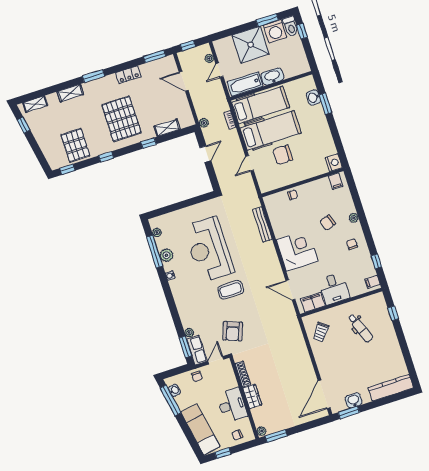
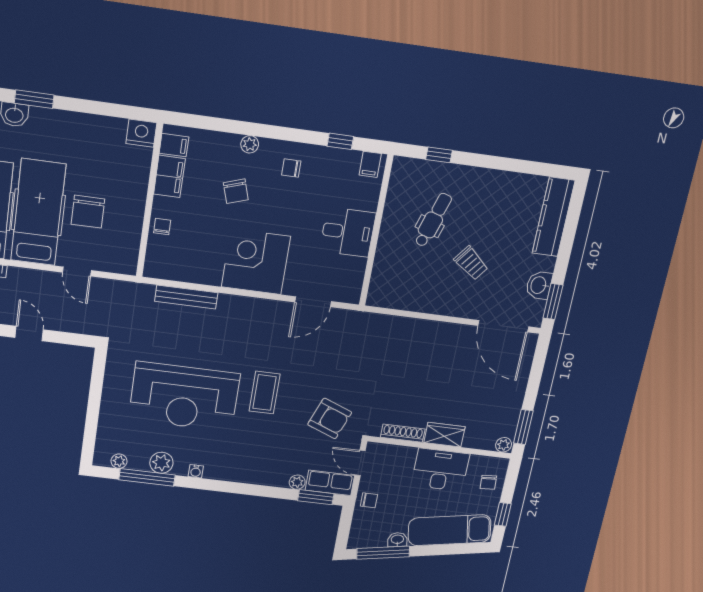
filing cabinet: (313, 302) -> (169, 176), moved, turned 180
dental chair: (360, 328) -> (433, 220), turned -51
trolley: (321, 332) -> (471, 263), moved
washbasin: (174, 390) -> (397, 540), moved

